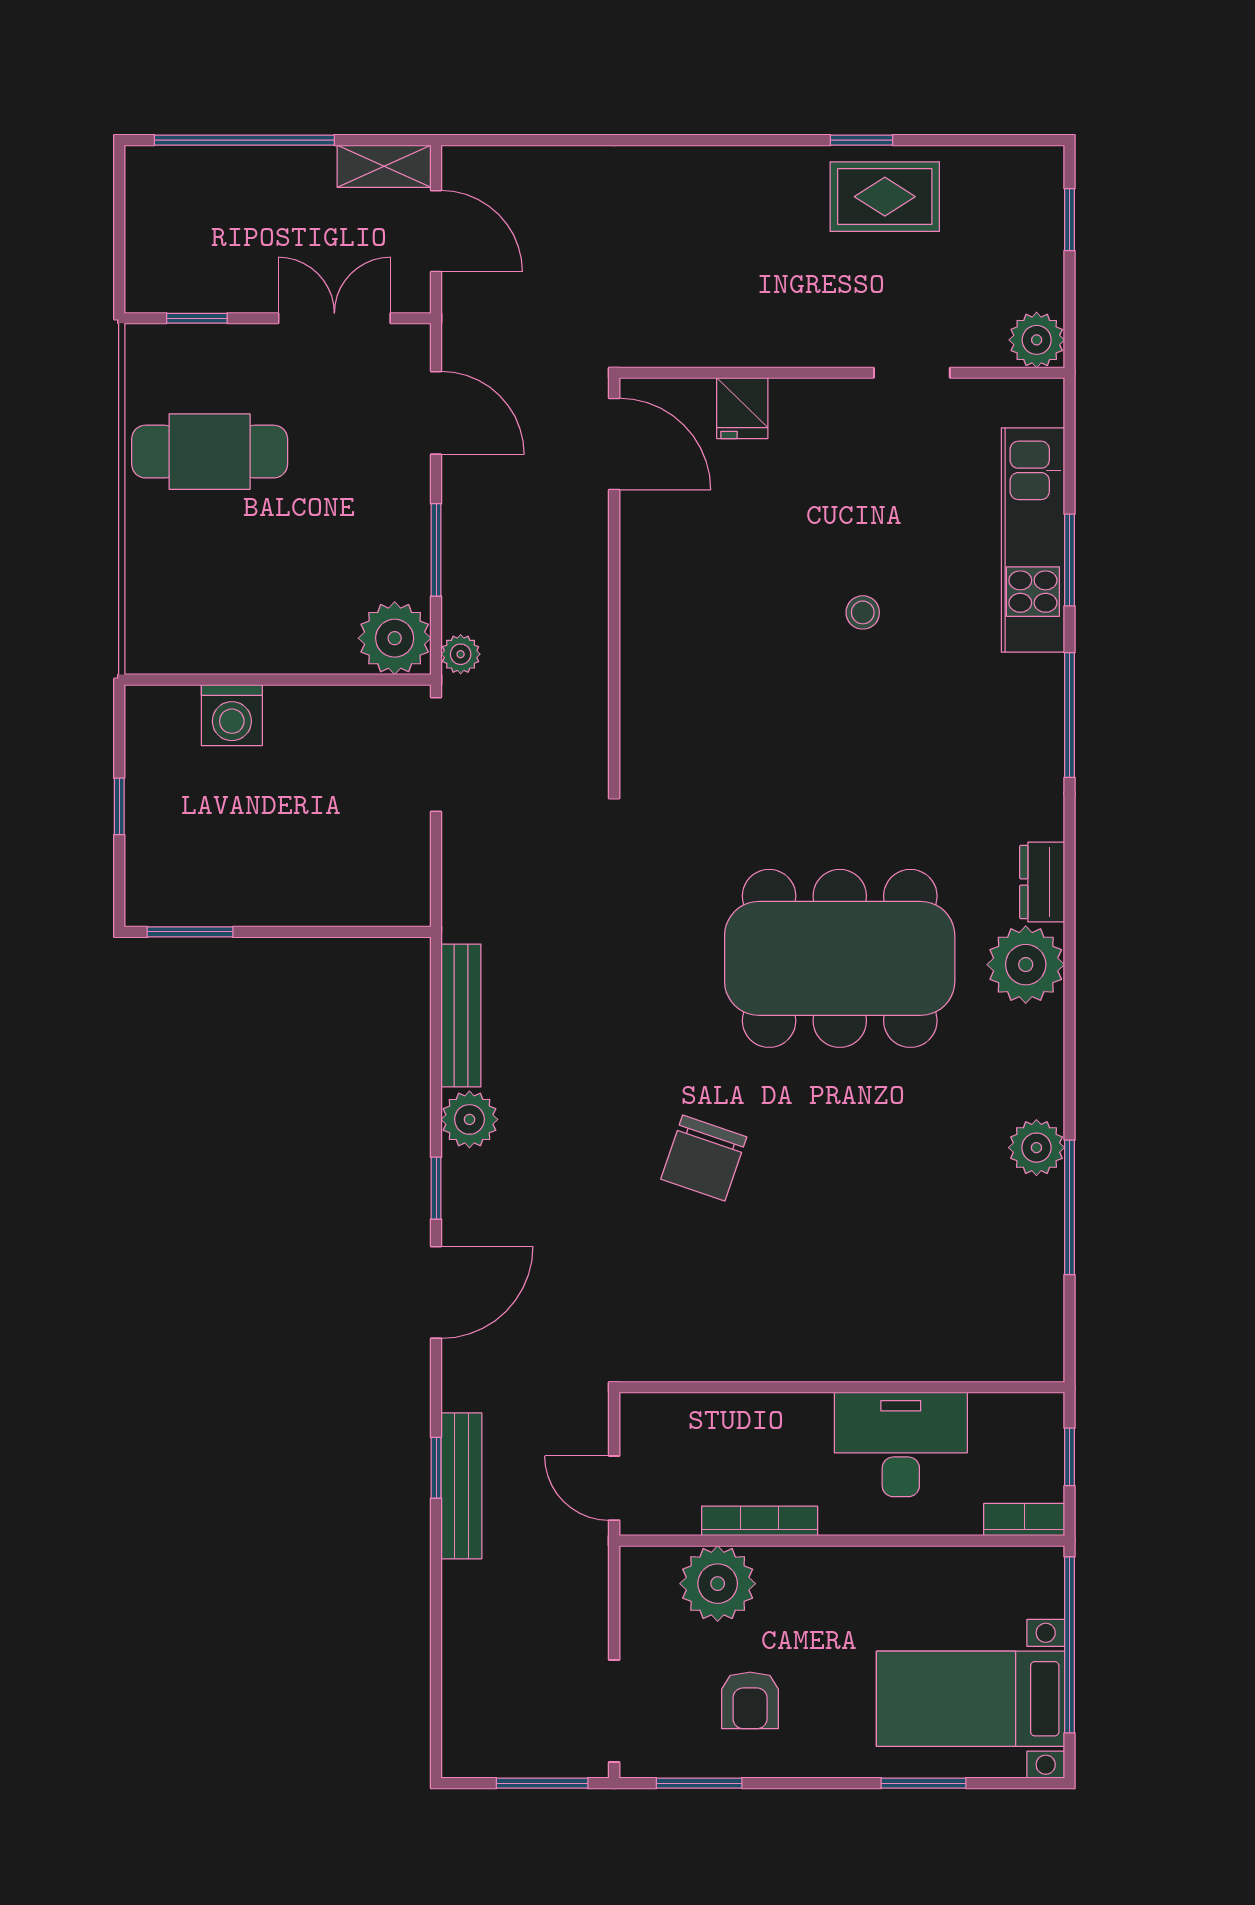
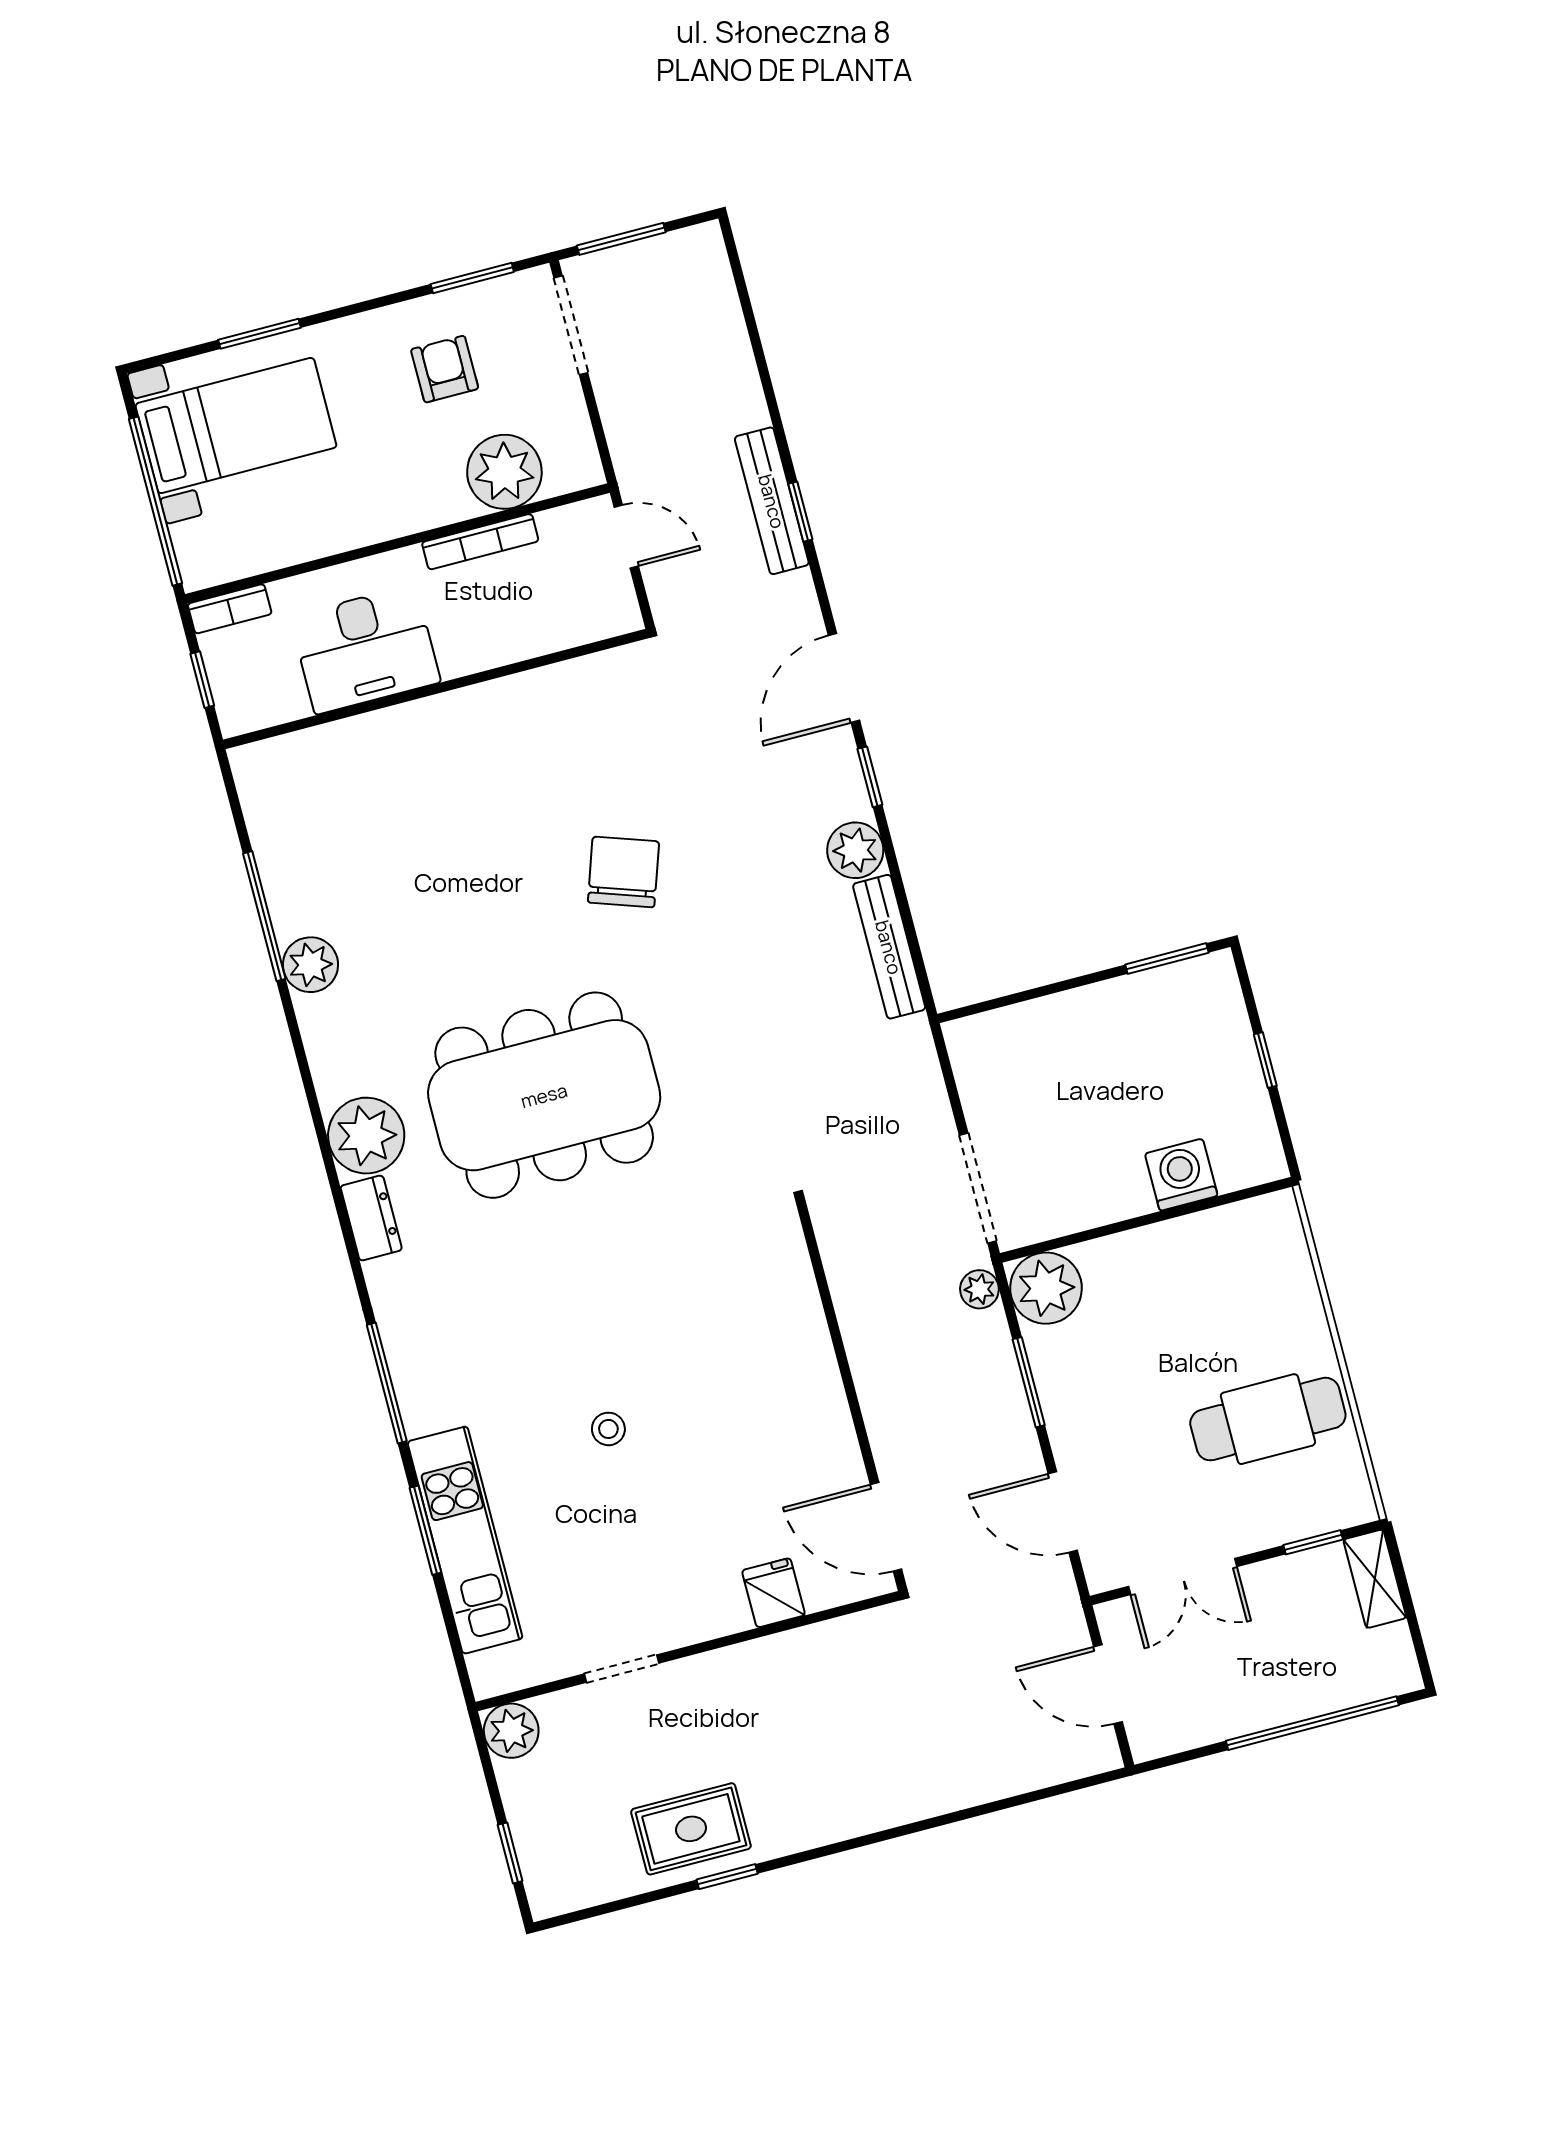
shelving: (384, 166) -> (1375, 1579), moved, turned 90

